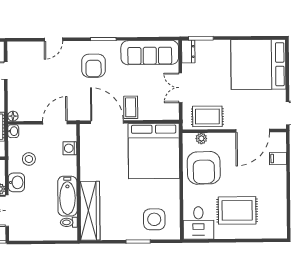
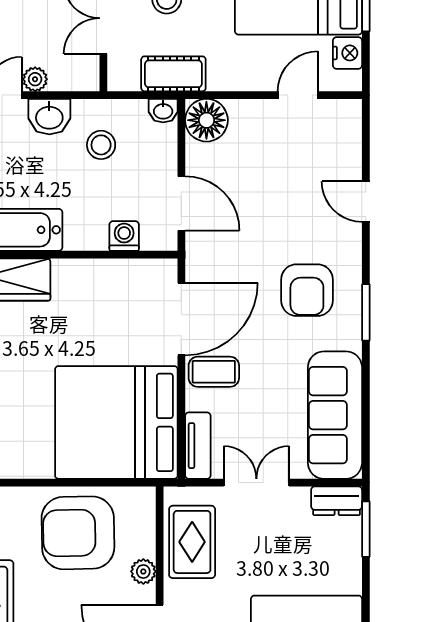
armchair: (94, 66) -> (307, 290), turned -90
tv unit: (164, 114) -> (198, 446), added
floor lamp: (13, 116) -> (206, 120), width x1.89, depth x1.89
plant: (201, 138) -> (143, 571), moved

